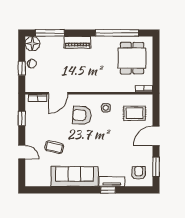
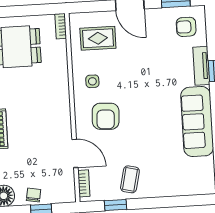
rug: (135, 113) -> (98, 38), turned 90
coffee table: (54, 147) -> (130, 179), moved
door: (22, 152) -> (165, 202), removed

